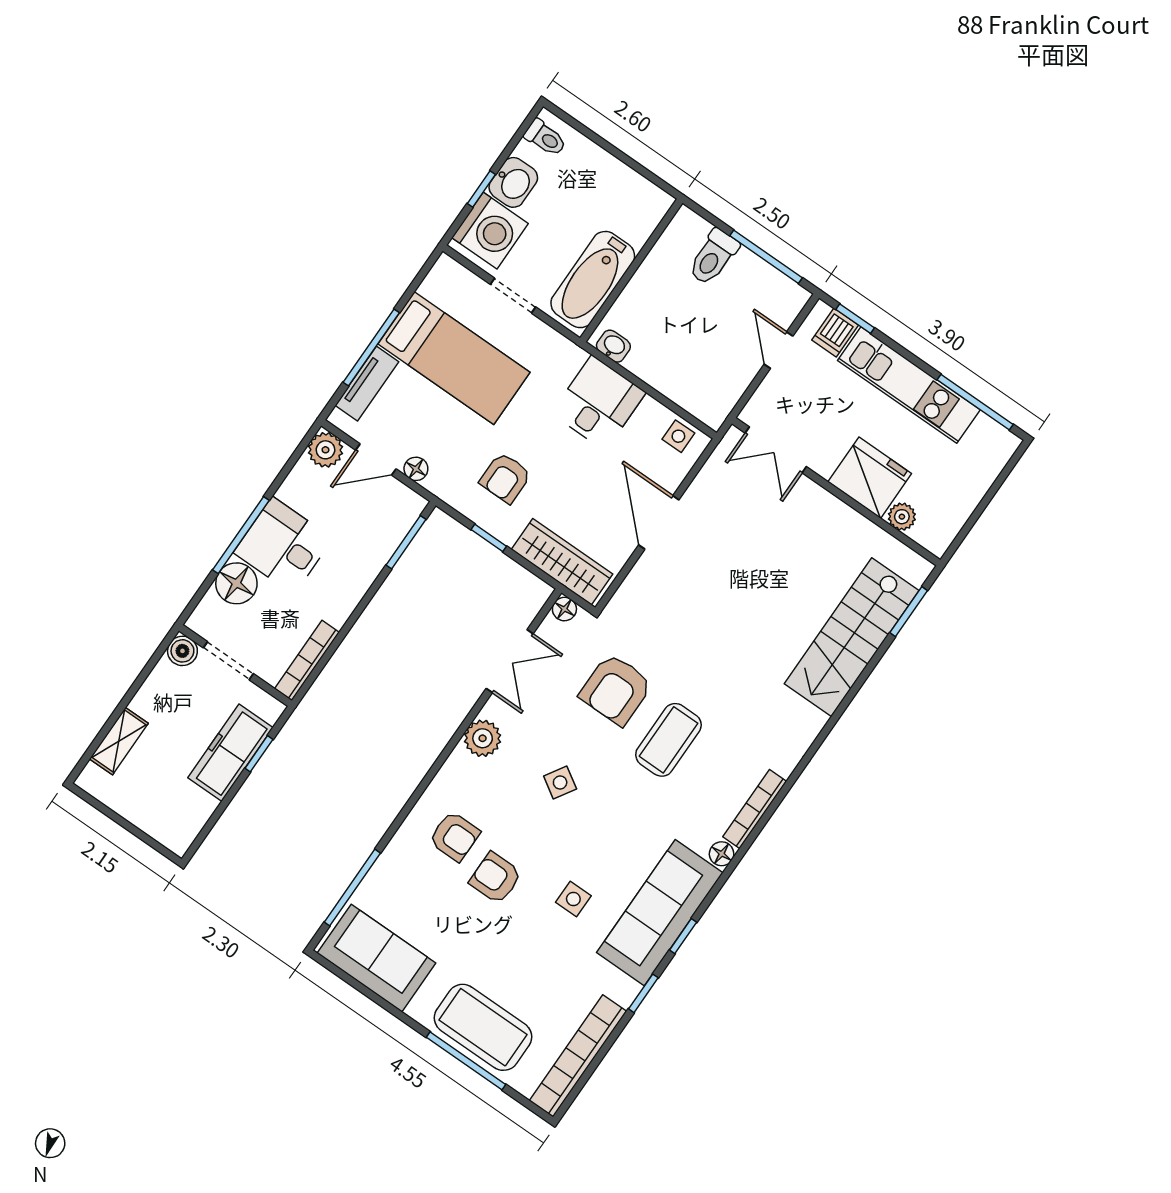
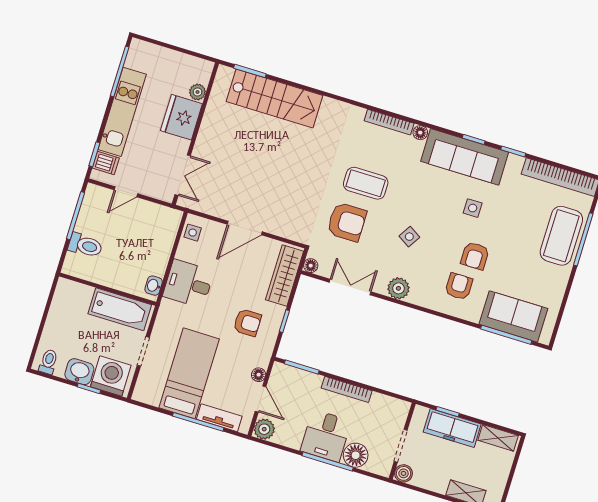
bookcase: (307, 661) -> (347, 389), moved
shelving: (191, 821) -> (498, 438), added
sofa: (376, 958) -> (513, 316), moved, turned 90

